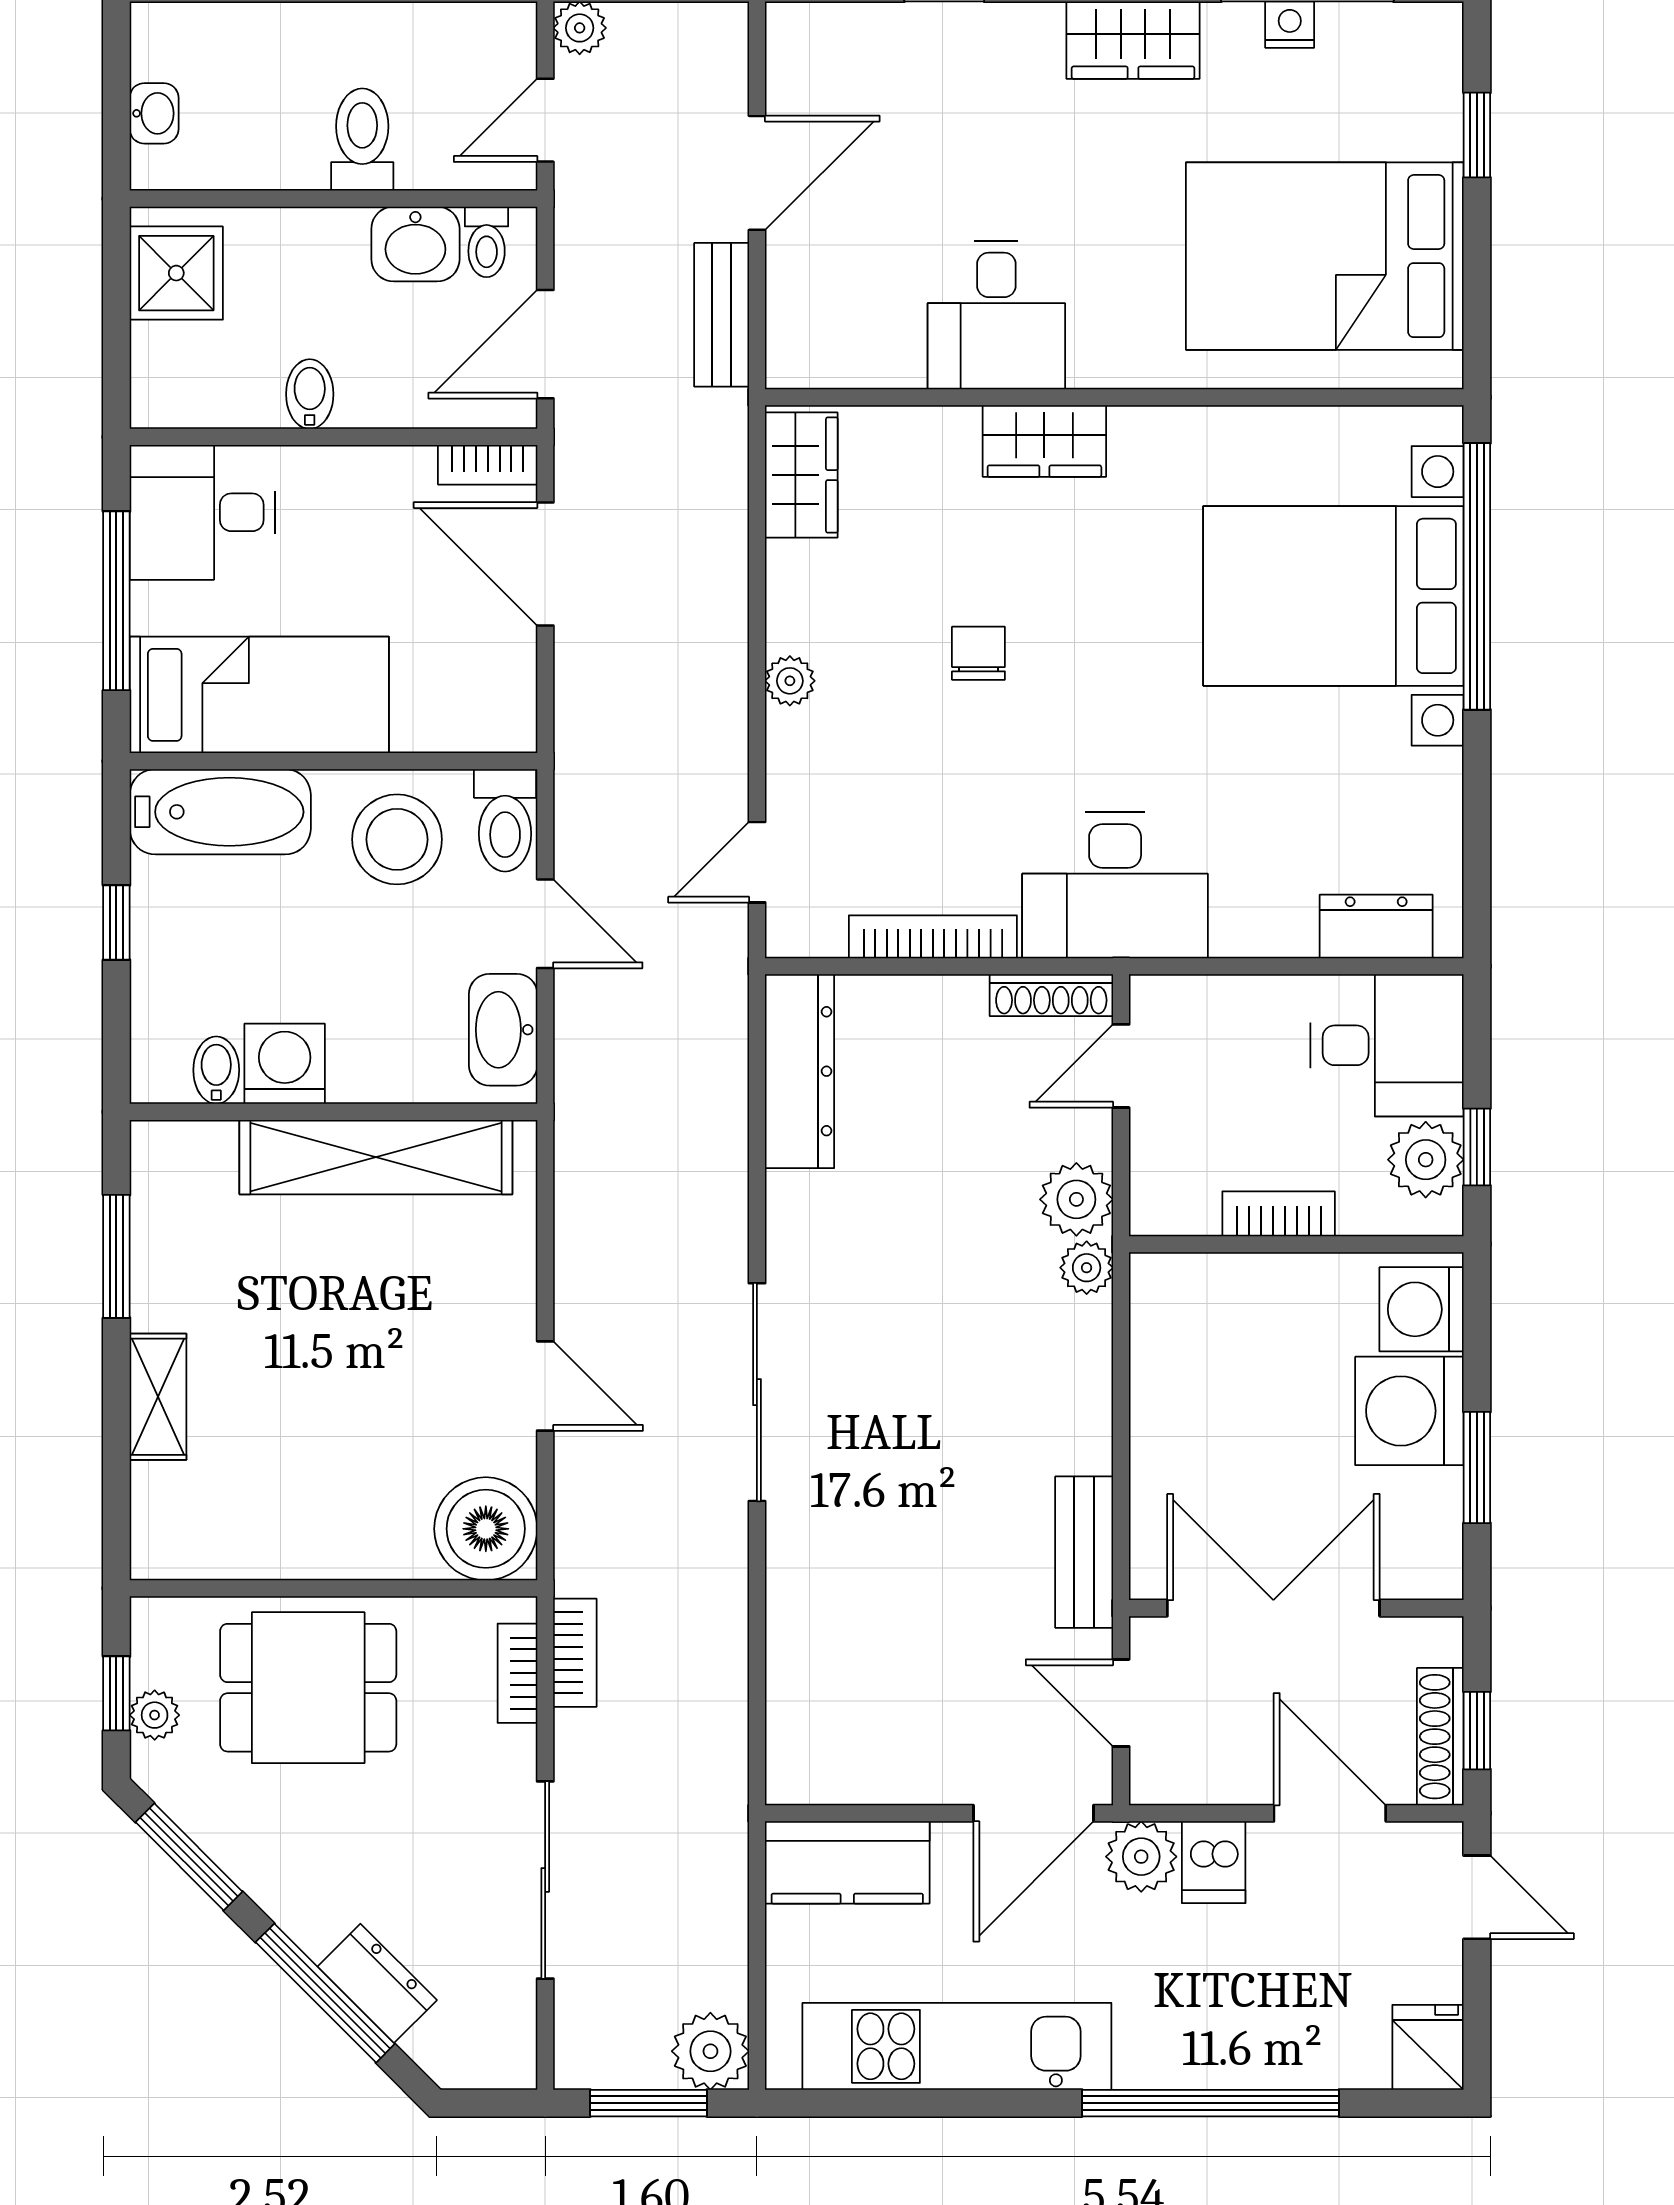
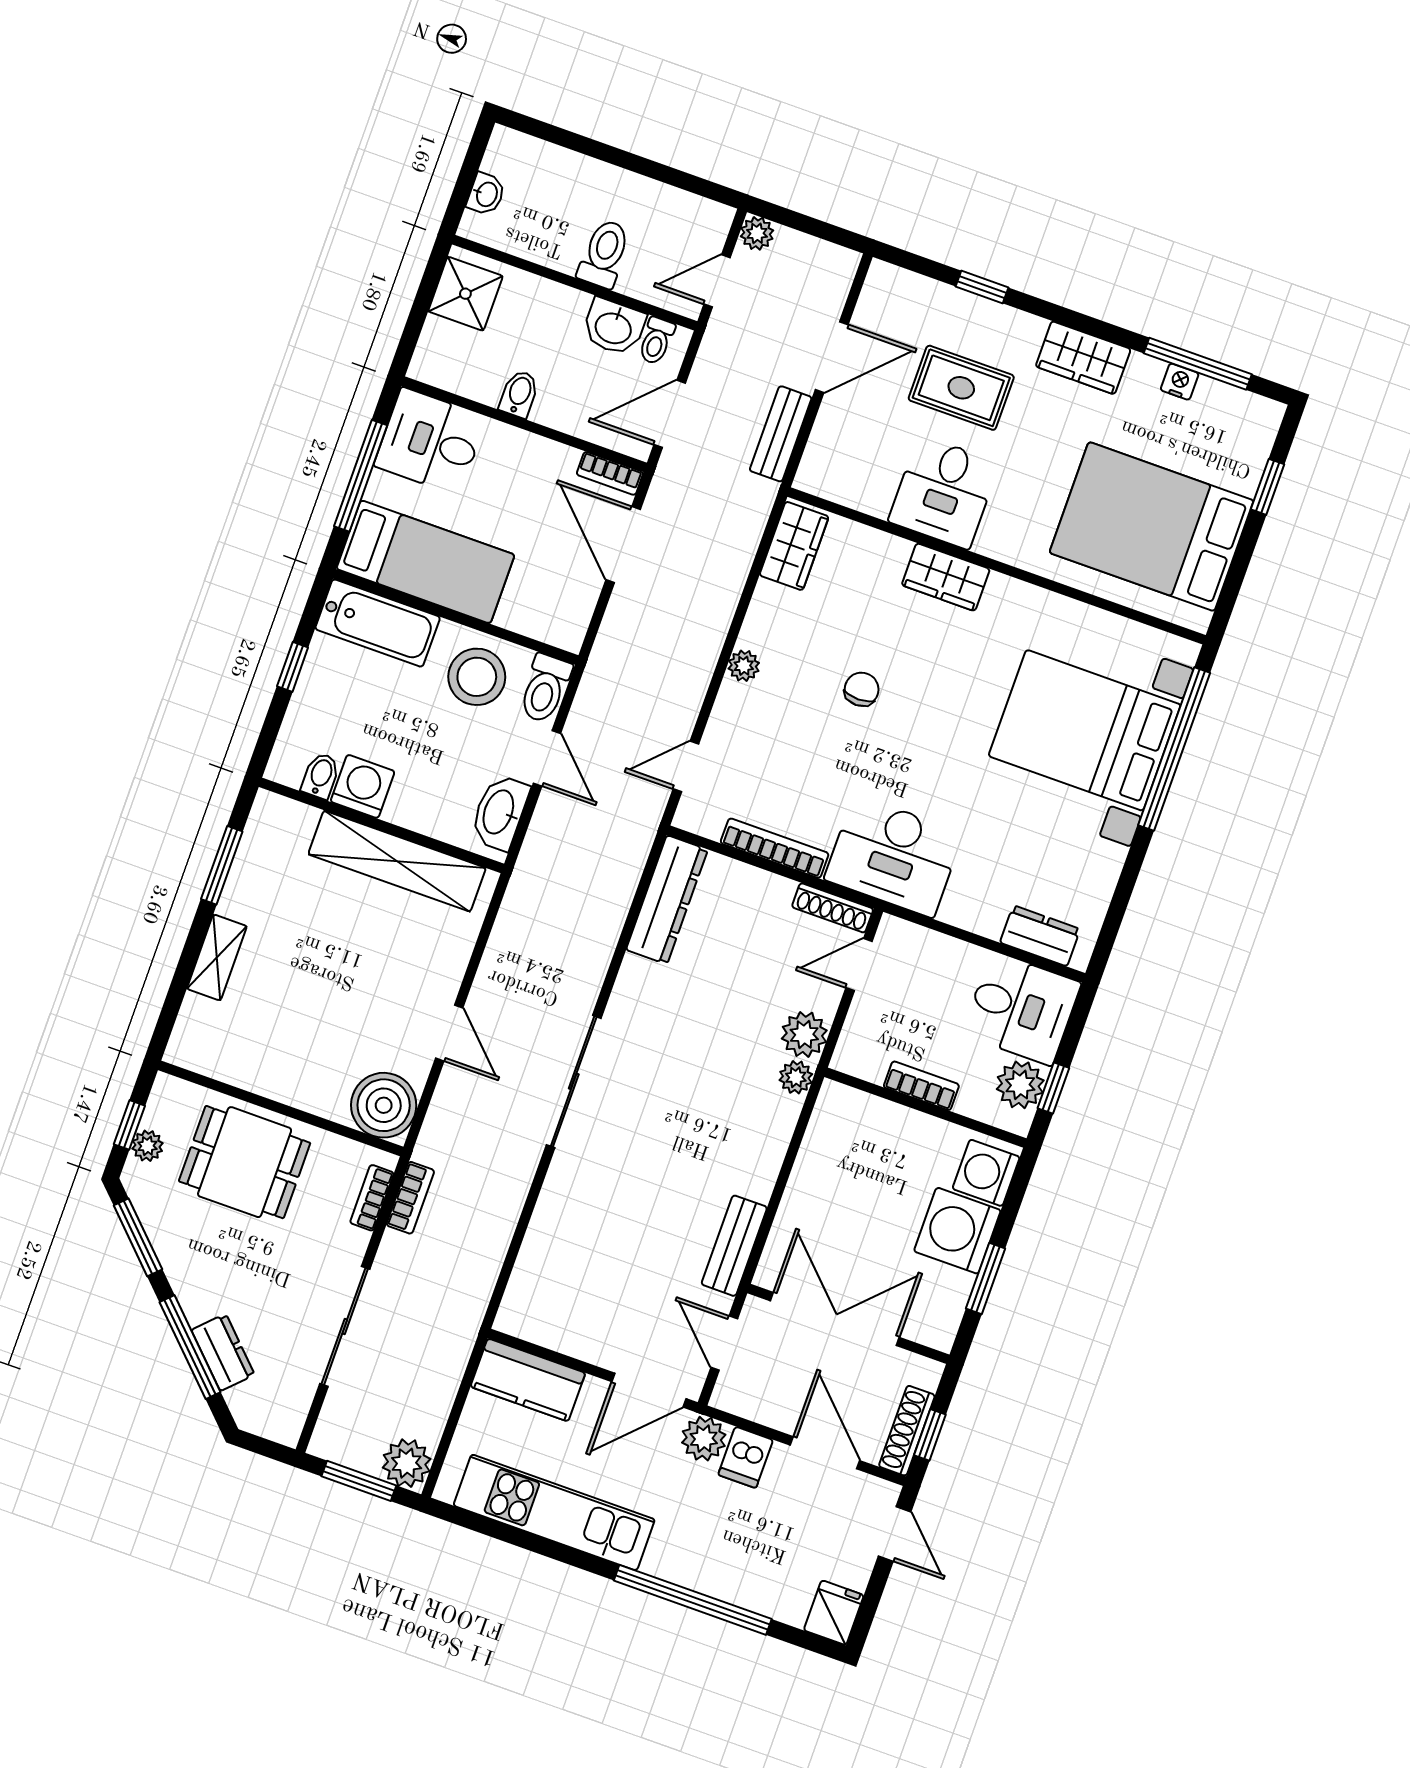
rug: (967, 150) -> (961, 388), added

